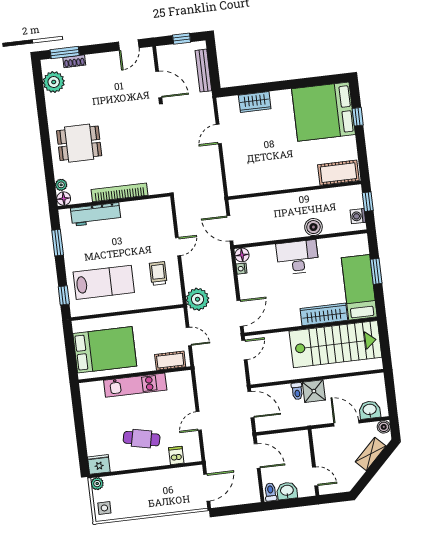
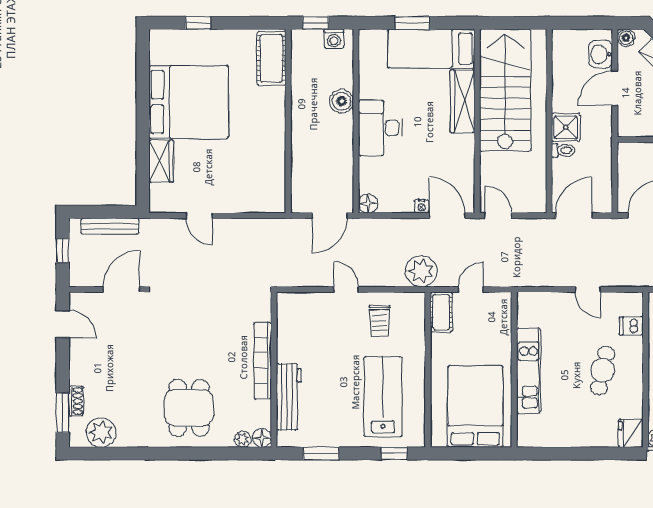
bed: (323, 112) -> (189, 102), moved, turned -90
nightstand: (241, 269) -> (422, 206), moved
trolley: (158, 273) -> (380, 321), turned -90
cot: (170, 361) -> (441, 312), moved

